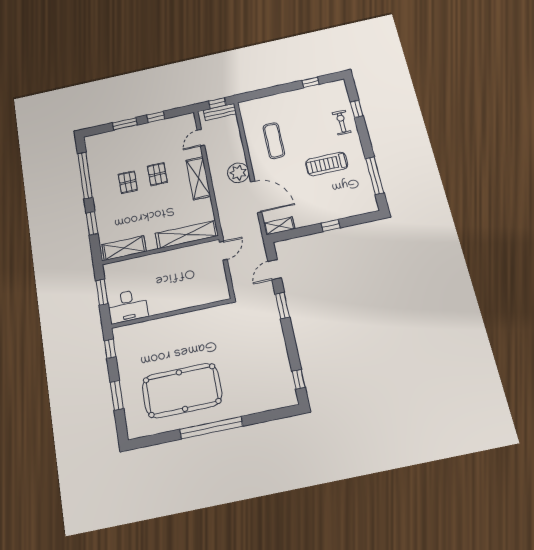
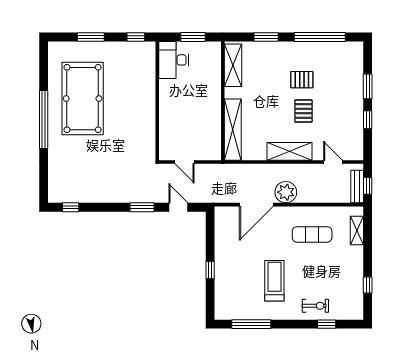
pallet: (157, 174) -> (304, 111), turned 90
shelving: (279, 226) -> (357, 231), moved
door: (223, 251) -> (184, 162), moved

